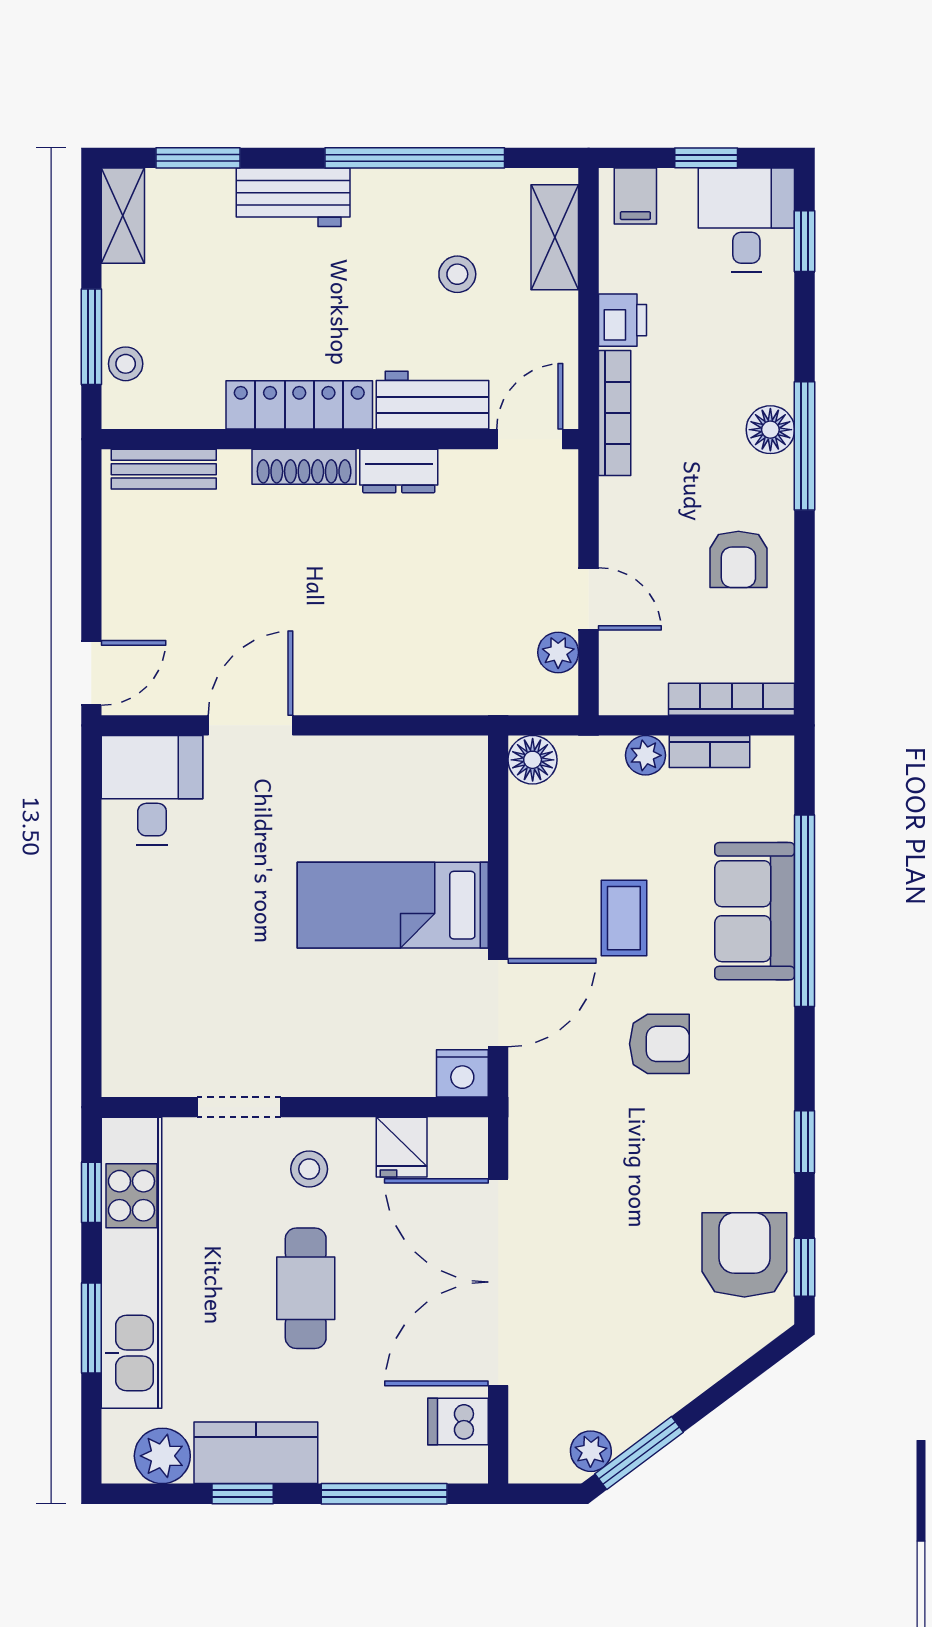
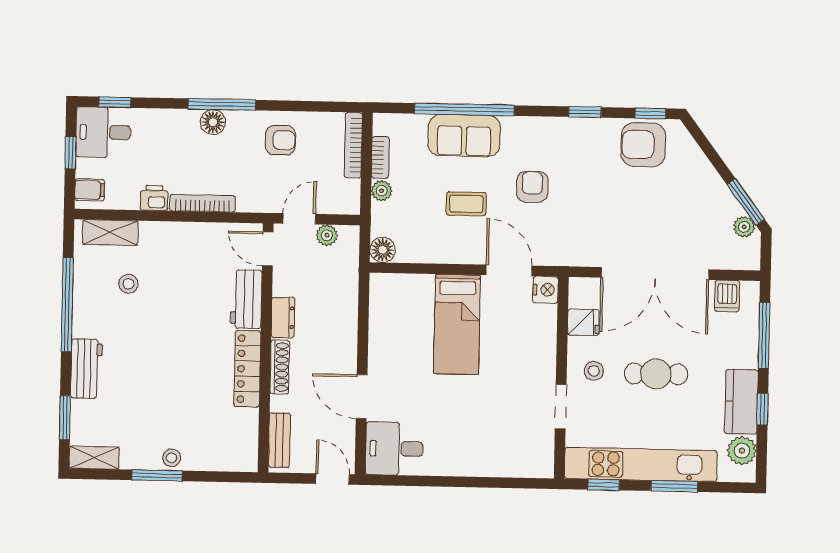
workbench: (433, 400) -> (246, 299), moved
locker: (299, 405) -> (247, 369), moved
wall: (340, 439) -> (266, 348), moved
door: (530, 439) -> (268, 249), moved
shoe rack: (304, 467) -> (280, 367), moved
bench: (164, 469) -> (279, 440), moved
dresser: (399, 471) -> (283, 318), moved

